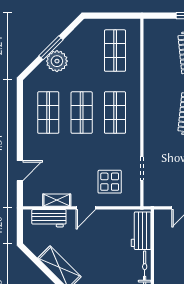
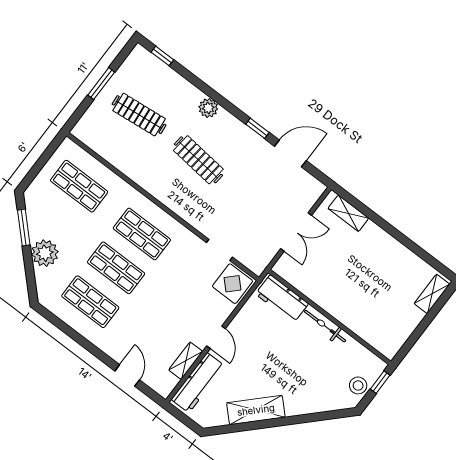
window: (51, 48) -> (24, 228), moved
display table: (110, 182) -> (233, 284), moved
workbench: (49, 218) -> (198, 383), width x1.37

